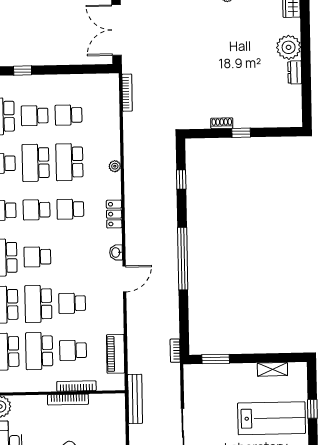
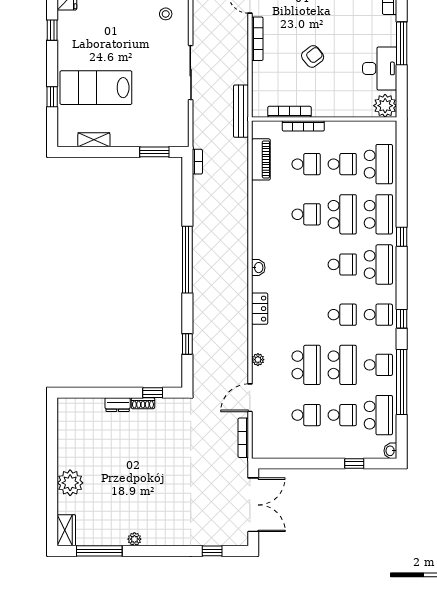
dresser: (295, 72) -> (118, 405), moved, turned 90
window: (241, 133) -> (153, 393), moved
school desk: (70, 209) -> (306, 315), removed
door: (124, 279) -> (250, 398), moved
school desk: (39, 351) -> (342, 164), width x0.54
bookcase: (68, 400) -> (289, 112), moved

